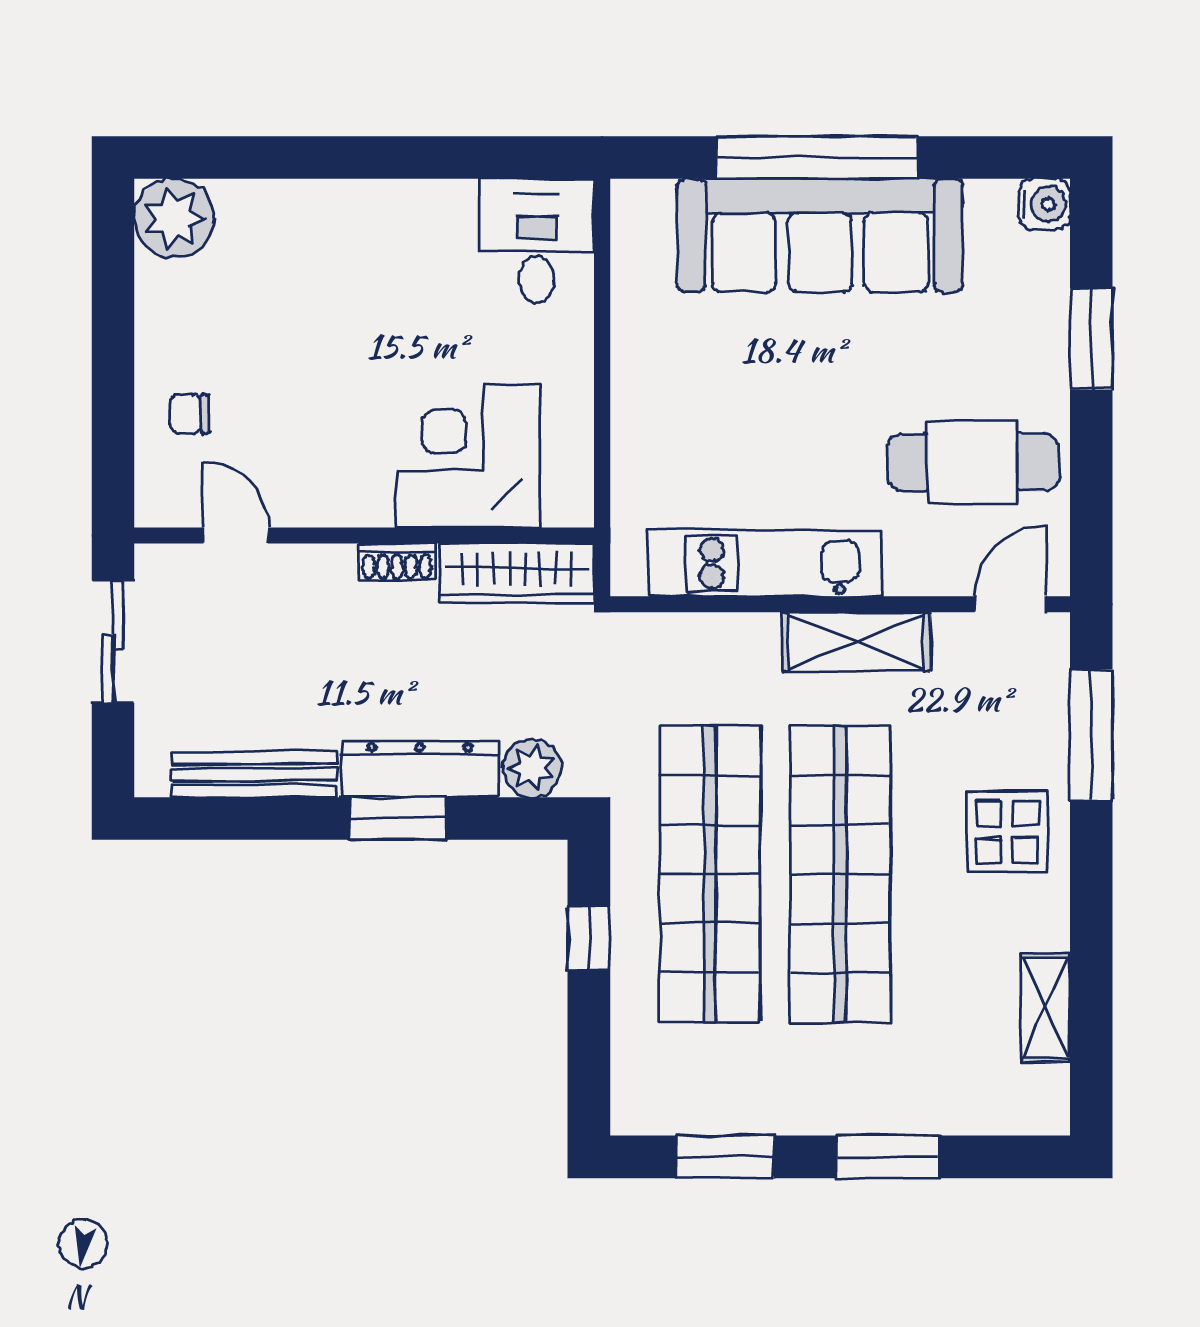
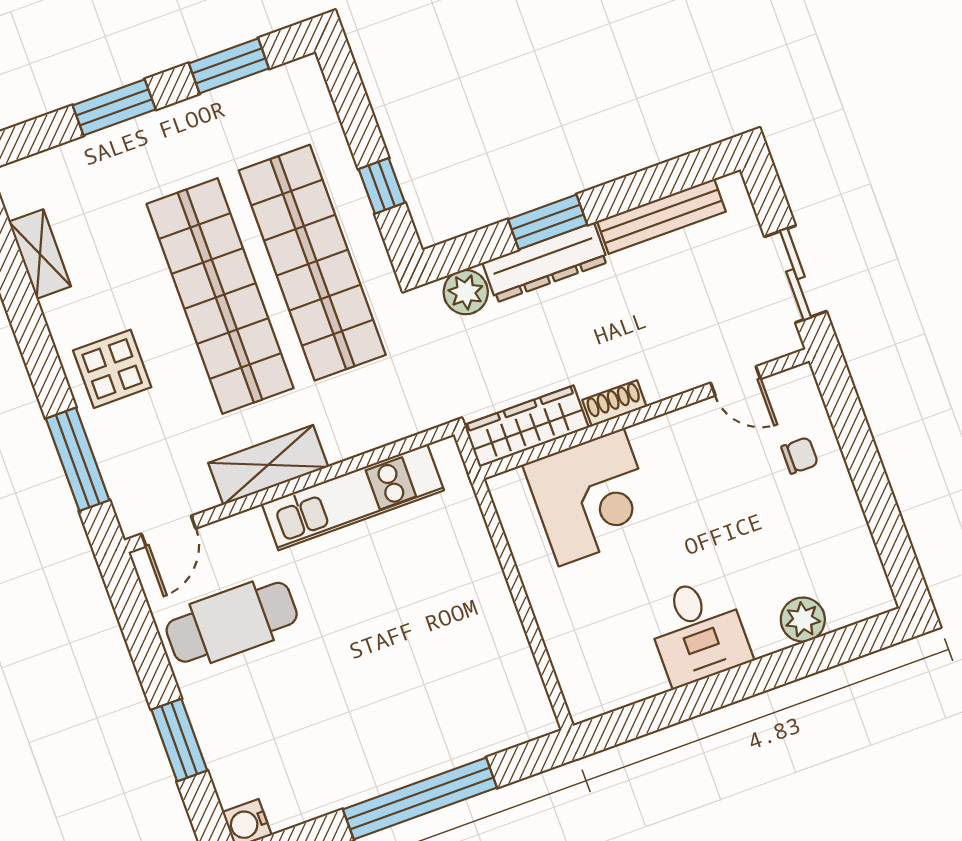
plant: (174, 218) -> (803, 620), moved, width x0.73, depth x0.73
sofa: (820, 235) -> (398, 744), removed
desk: (537, 241) -> (698, 631), moved

